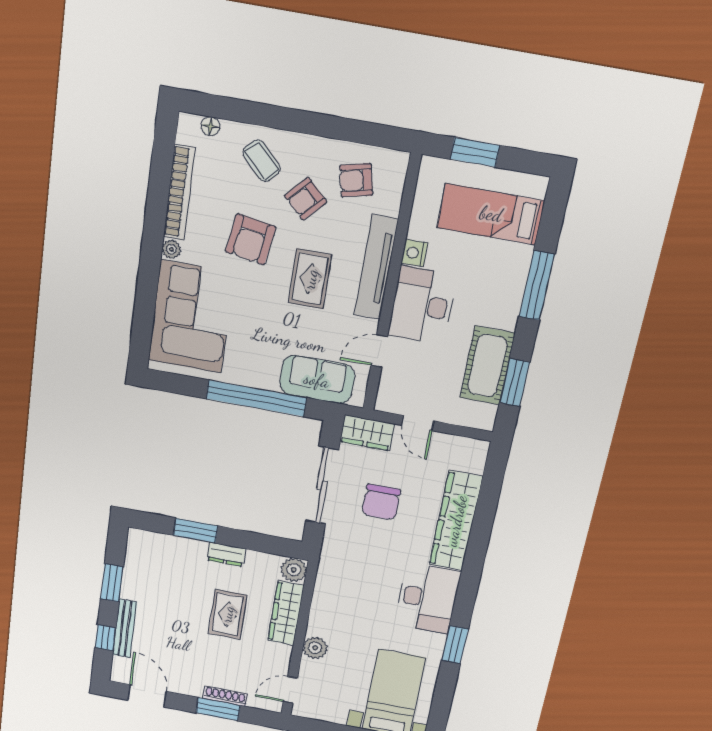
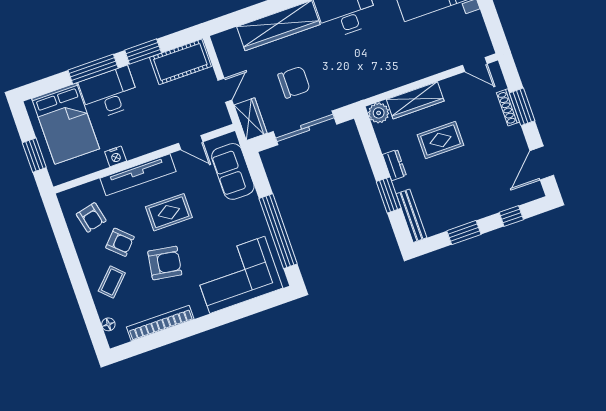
bed: (491, 214) -> (66, 124), width x1.50
plant: (171, 249) -> (200, 310), removed
desk: (422, 305) -> (109, 93), moved, turned 180
cot: (487, 366) -> (180, 62), moved
window: (515, 383) -> (143, 52), moved
window: (256, 398) -> (278, 231), moved
bench: (125, 629) -> (411, 216), moved, turned 90
plant: (315, 648) -> (430, 66), removed

